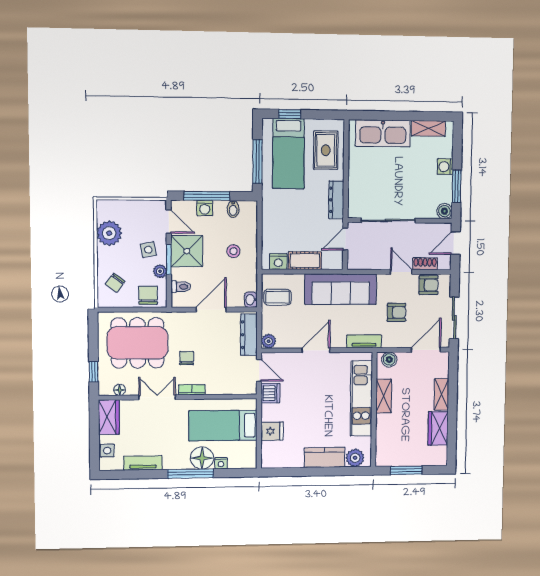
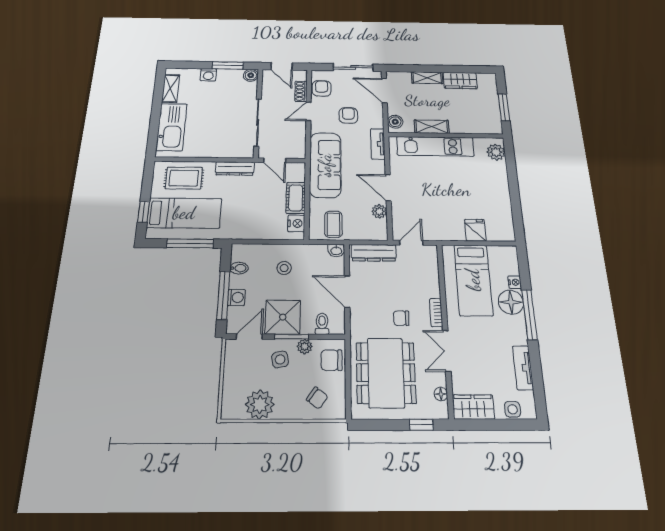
plant: (269, 341) -> (379, 211), moved
dishwasher: (270, 393) -> (435, 232), removed
kitchen counter: (325, 457) -> (498, 180), removed

